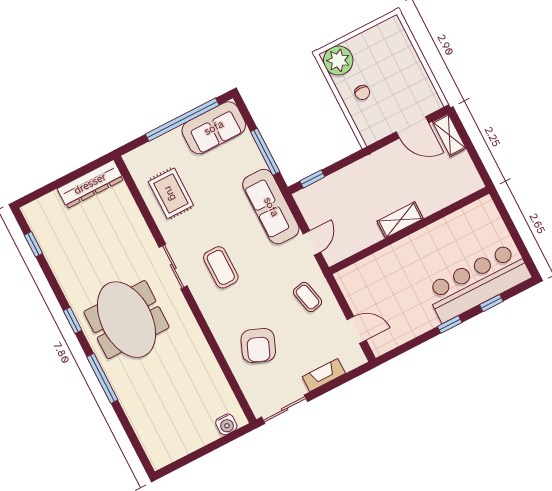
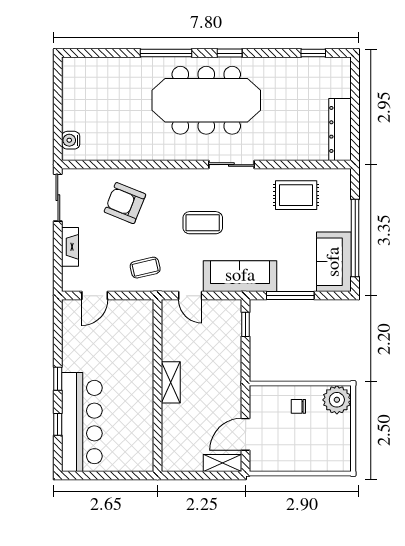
coffee table: (221, 267) -> (203, 223), moved
meeting table: (127, 320) -> (206, 100), width x1.36

